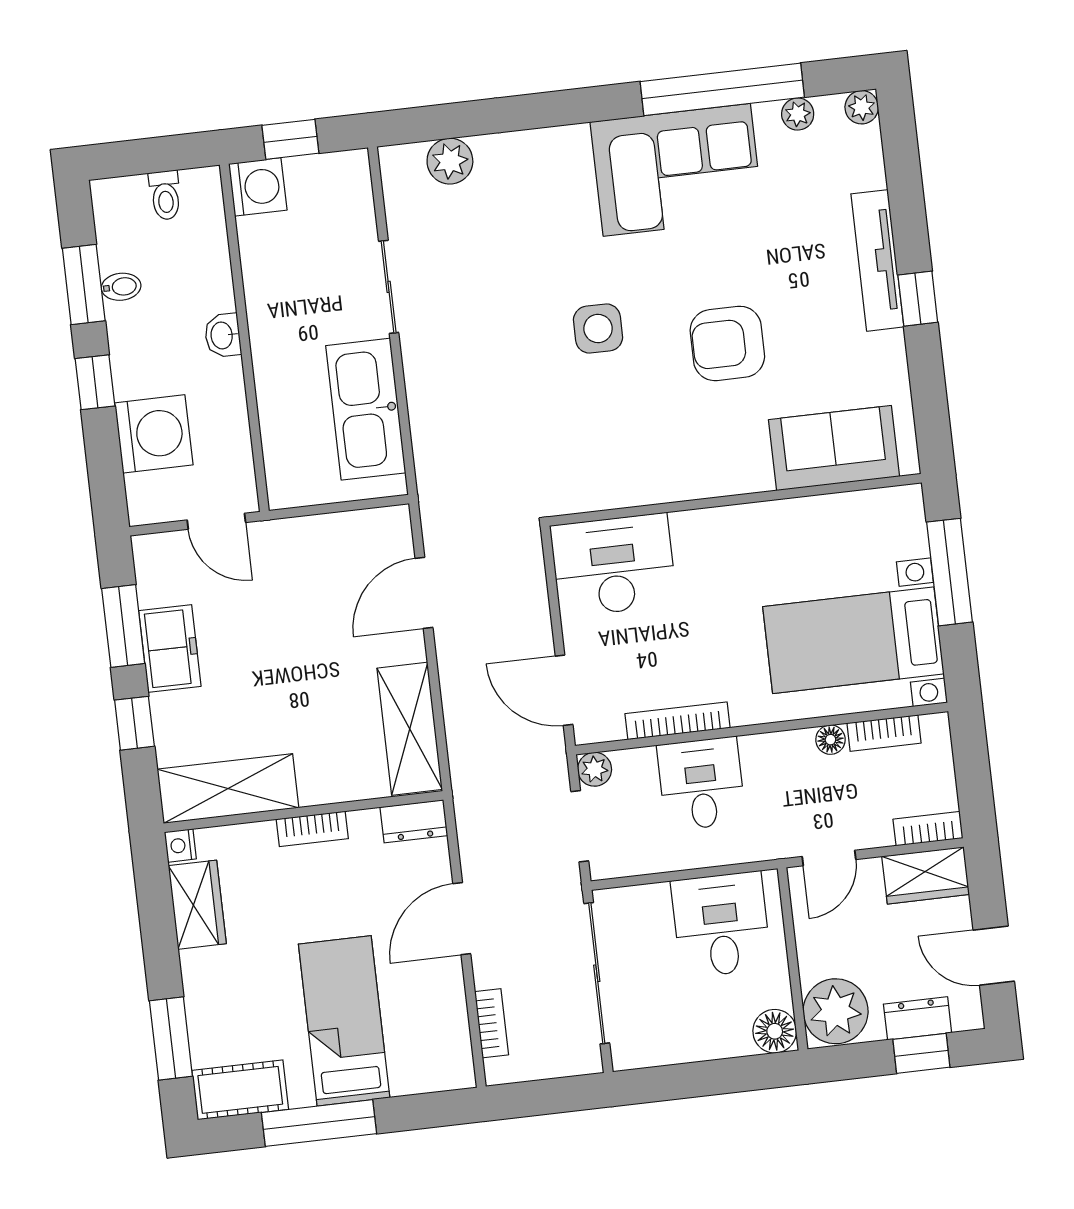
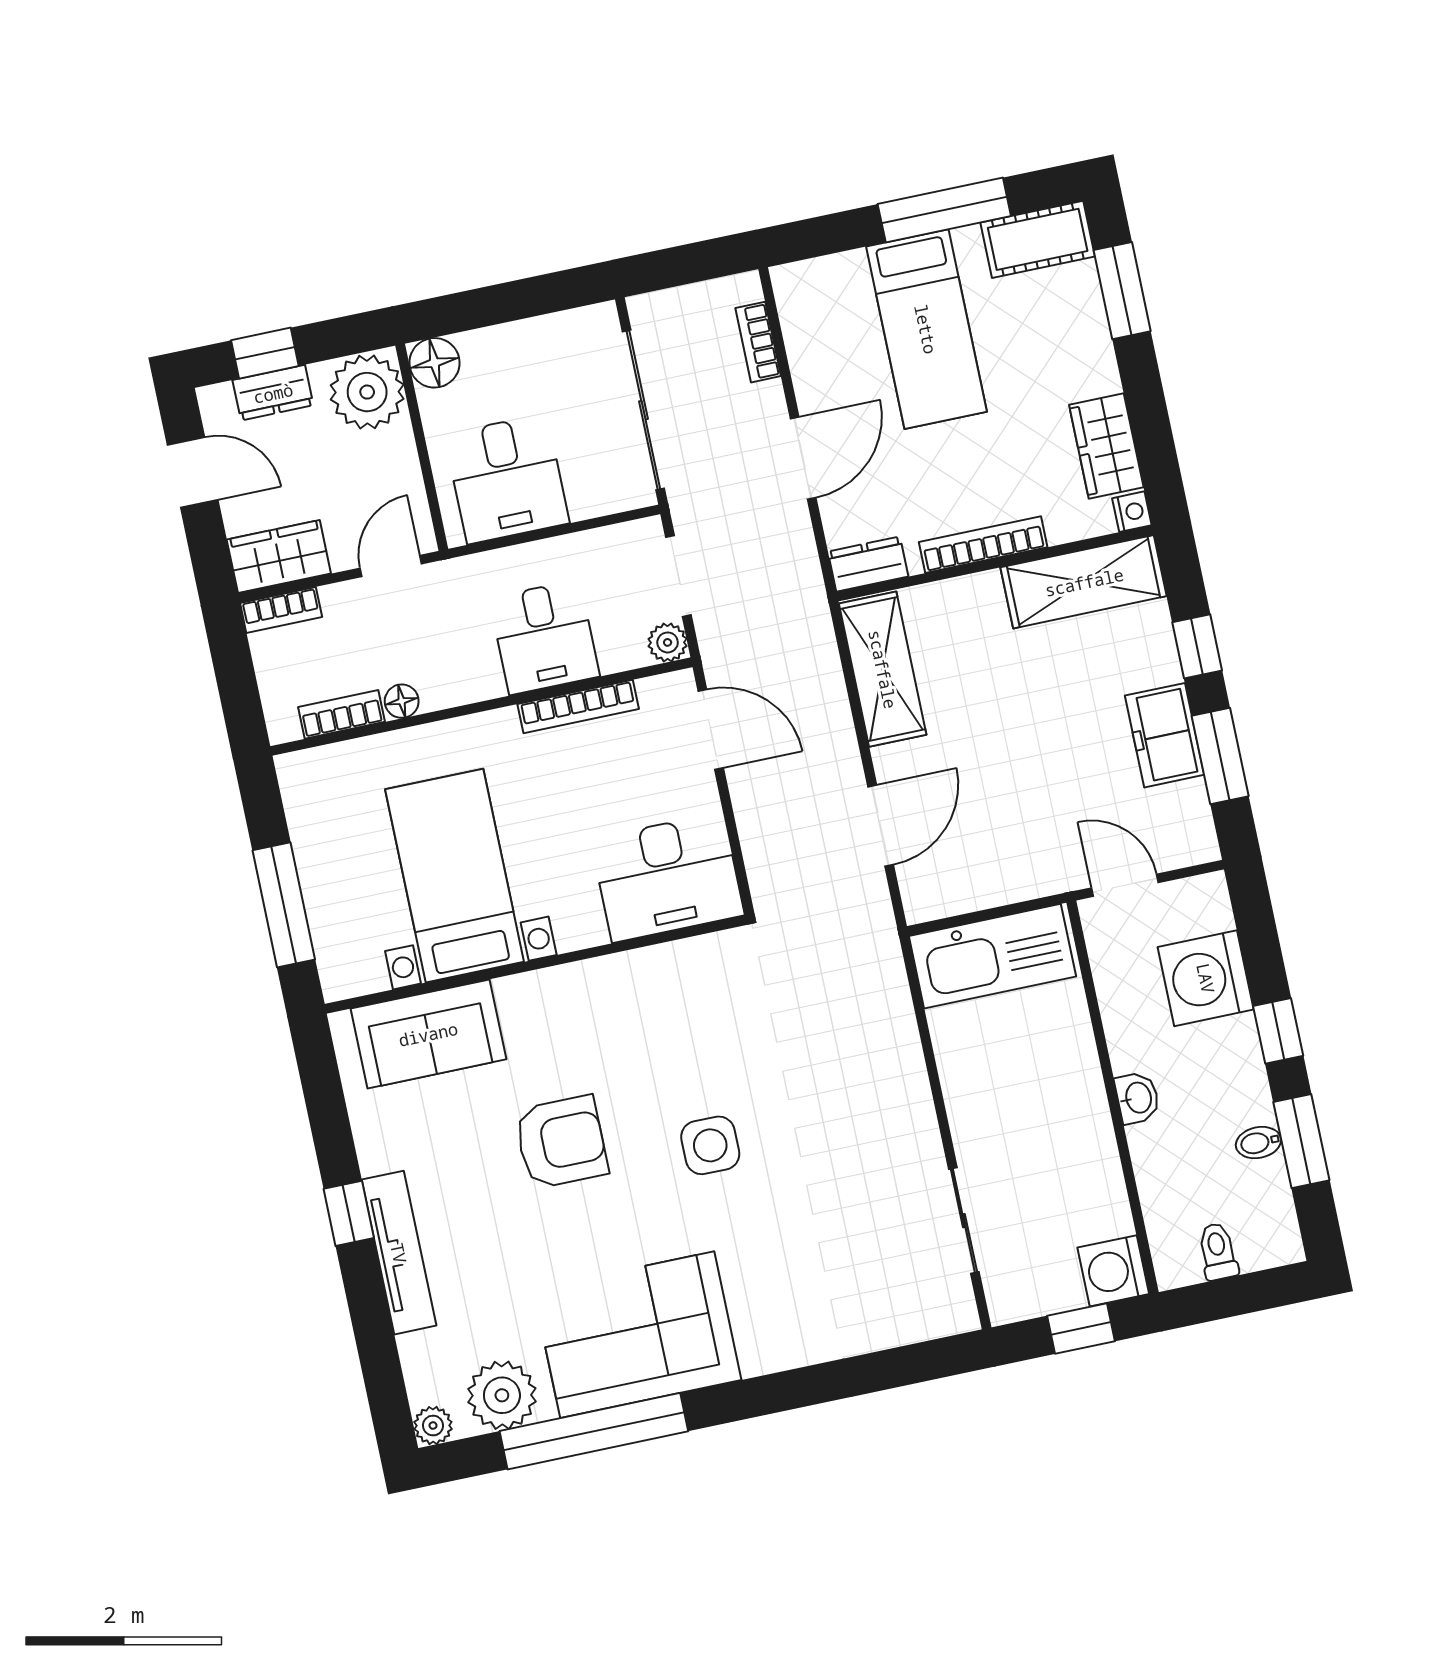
plant: (798, 114) -> (502, 1395), width x1.88, depth x1.88
plant: (450, 161) -> (897, 1321), removed
sliding door: (389, 287) -> (964, 1221), moved
kitchen sink: (366, 409) -> (992, 956), moved, turned 90
bed with nightstands: (853, 640) -> (455, 876), moved, turned -90
bookcase: (312, 829) -> (983, 545), width x1.56

